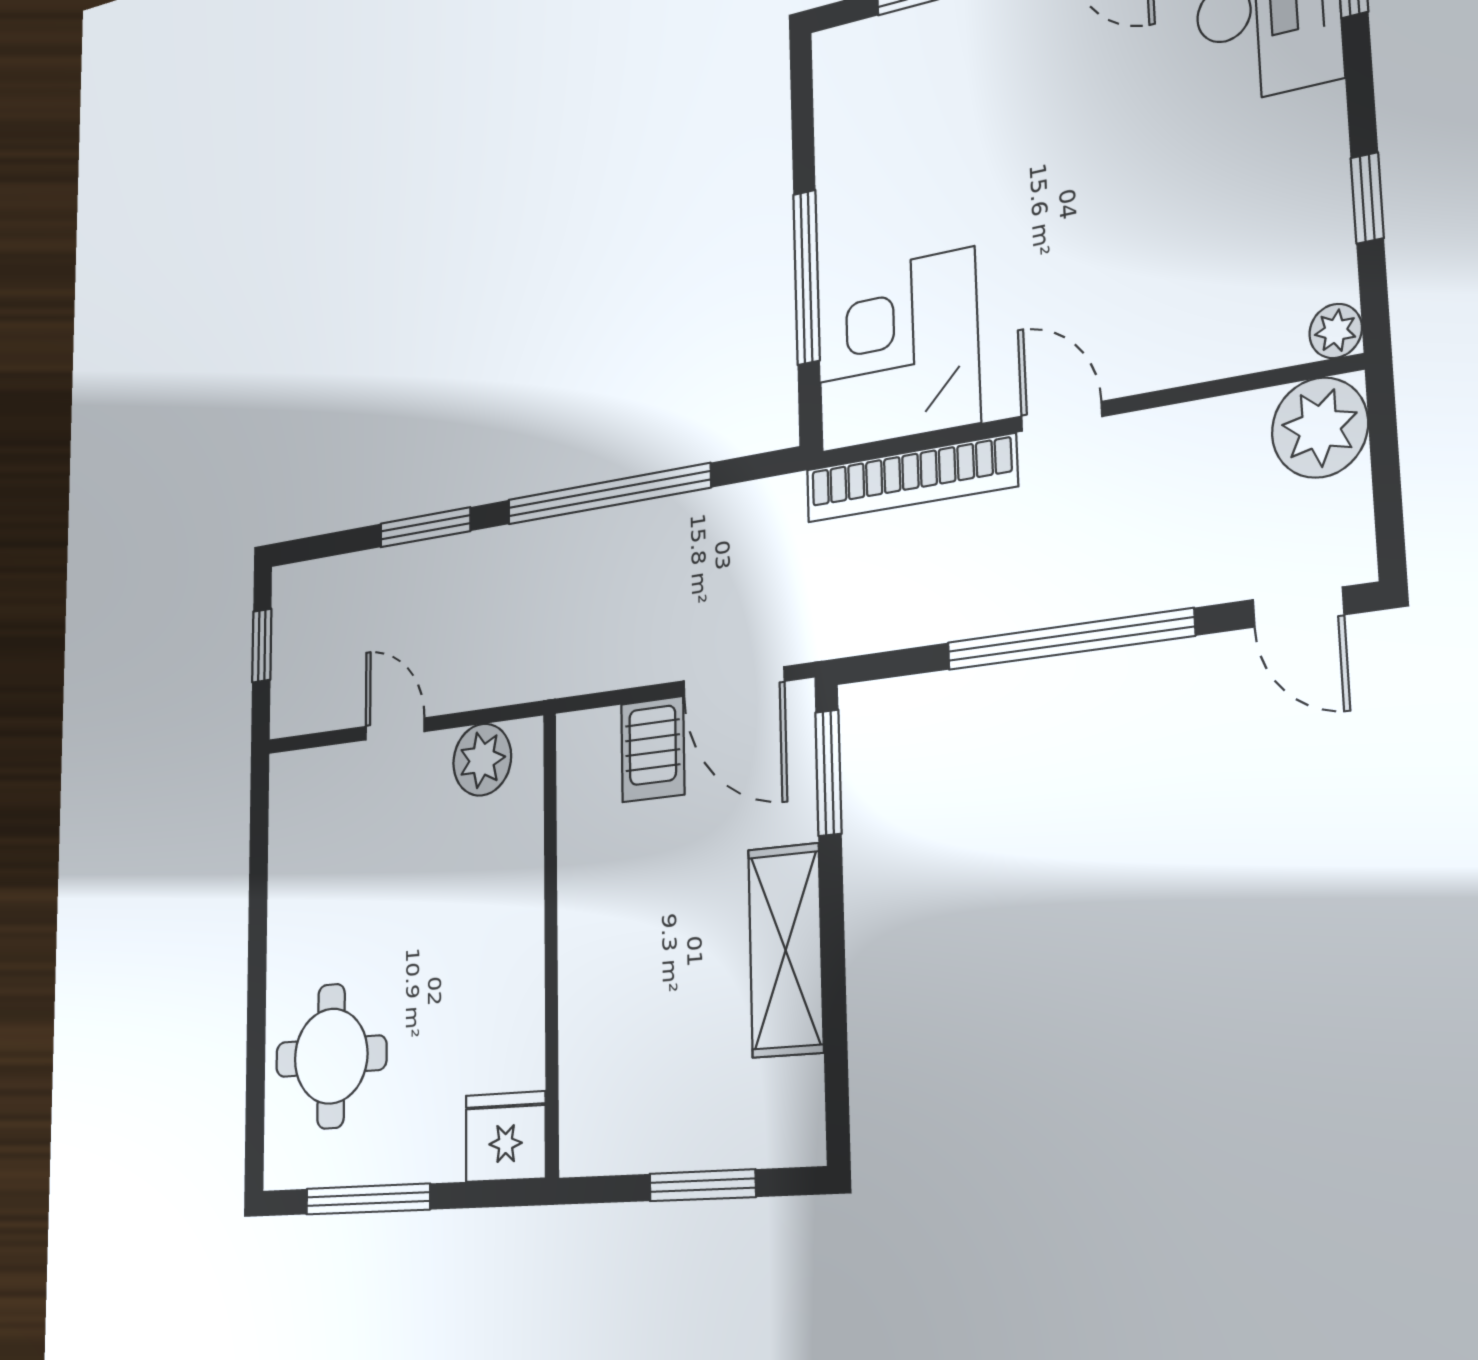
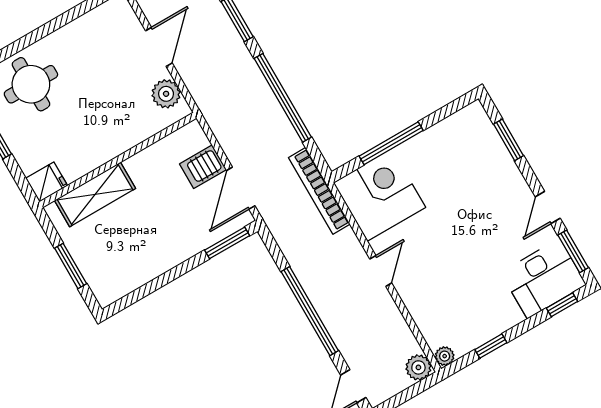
plant: (1320, 428) -> (418, 367), width x0.73, depth x0.73
bookcase: (911, 478) -> (319, 191), moved
door: (395, 729) -> (159, 47), width x1.37
shelving: (786, 950) -> (95, 194), moved
fridge: (506, 1137) -> (47, 182), width x0.72

